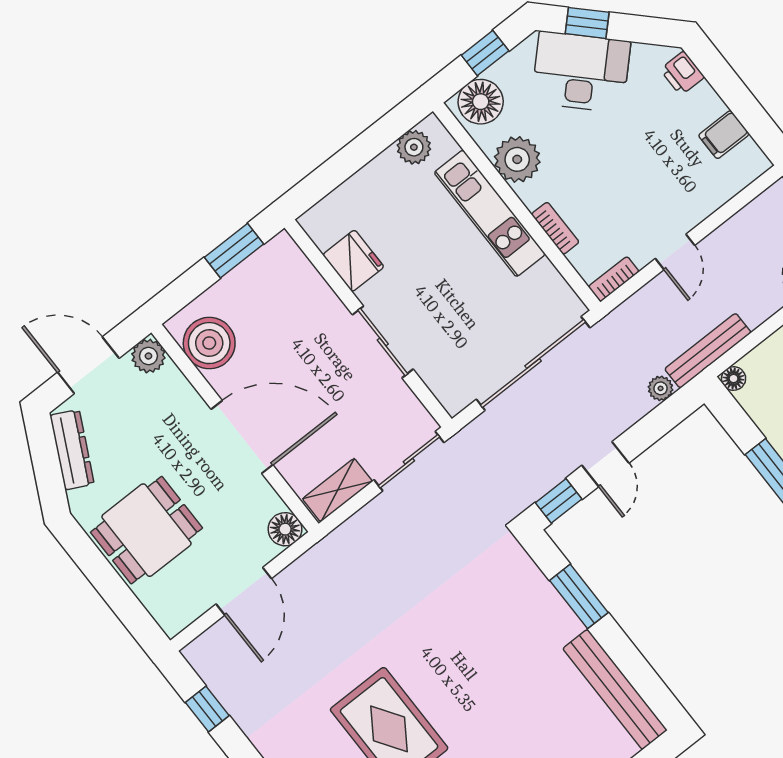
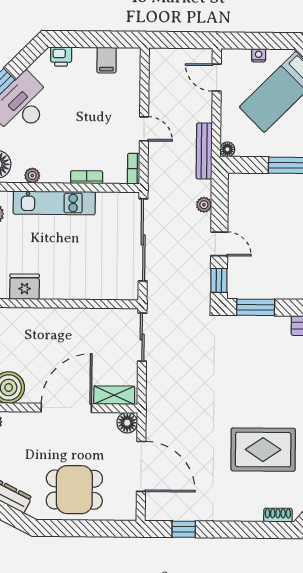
plant: (517, 159) -> (32, 176), width x0.53, depth x0.53
sliding door: (383, 342) -> (75, 304), removed
plant: (661, 388) -> (204, 205), moved
shelving: (337, 490) -> (114, 395), moved, turned 90
dining table: (146, 530) -> (74, 490), turned 90
door: (244, 591) -> (141, 466), width x1.36
window: (579, 596) -> (256, 307), moved

